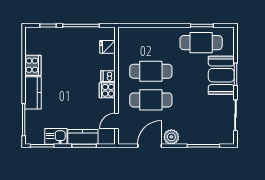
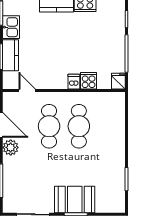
cafe table: (201, 43) -> (109, 178), removed
fridge: (107, 47) -> (118, 81), moved
cooker: (107, 90) -> (89, 81), moved

